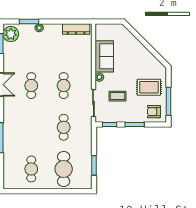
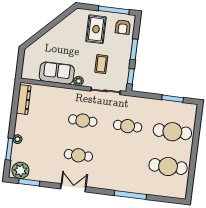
cafe table: (31, 169) -> (168, 166), width x1.37, depth x1.35

